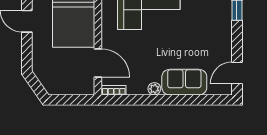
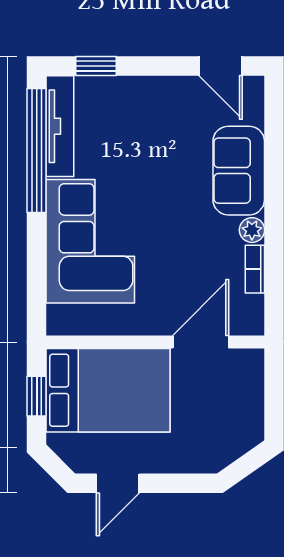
bookcase: (114, 90) -> (255, 269), moved

